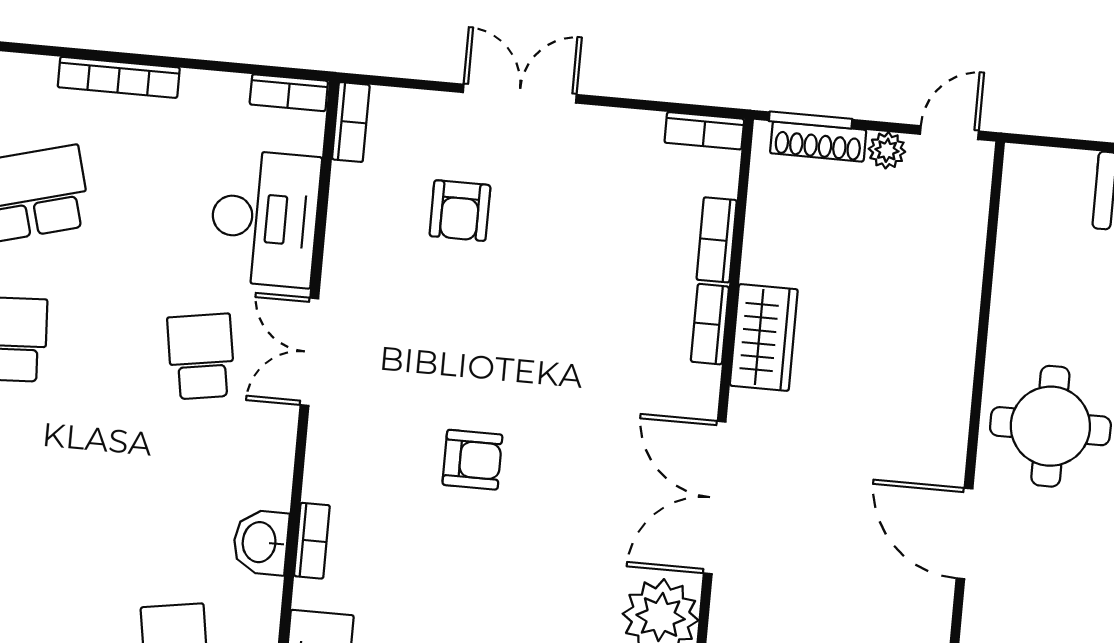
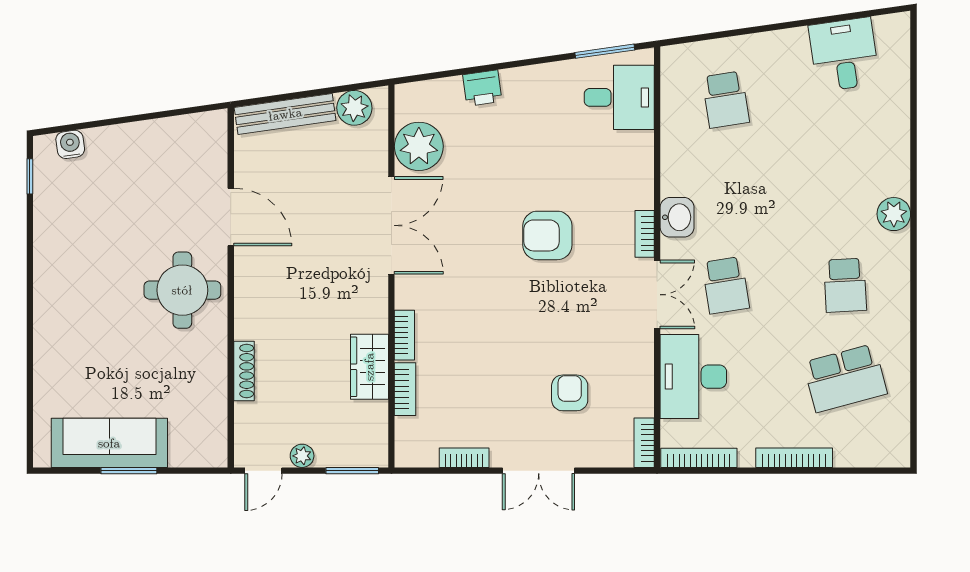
bookcase: (289, 93) -> (699, 458), width x1.56
bookcase: (704, 131) -> (464, 458), moved
shoe rack: (818, 142) -> (244, 371), moved, turned 90
wardrobe: (764, 337) -> (369, 367), moved
armchair: (472, 460) -> (547, 235), width x1.38, depth x1.38
bookcase: (312, 541) -> (645, 234), moved
washbasin: (261, 542) -> (677, 217), moved

